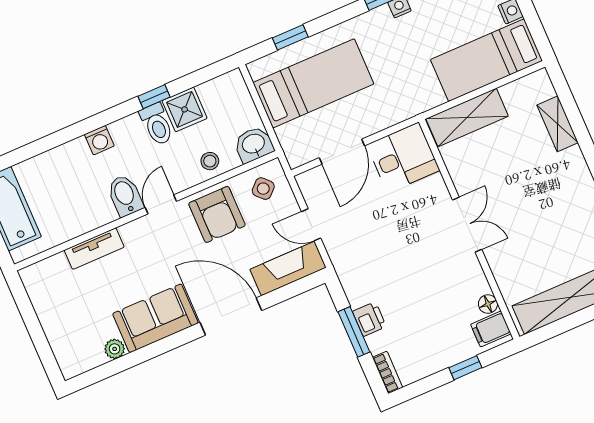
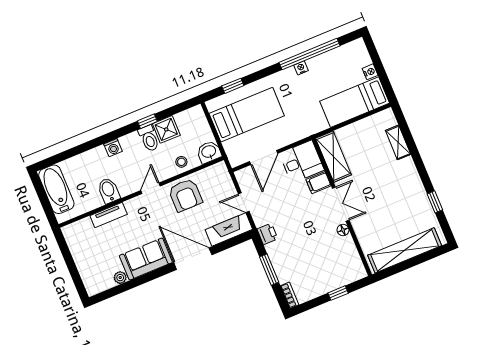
shelving: (467, 117) -> (333, 157), moved, turned 90
side table: (263, 189) -> (214, 180), removed
bidet: (125, 196) -> (109, 191), moved
floor lamp: (488, 304) -> (343, 230), moved
printer: (369, 319) -> (267, 234), moved
filing cabinet: (491, 329) -> (318, 183), moved

